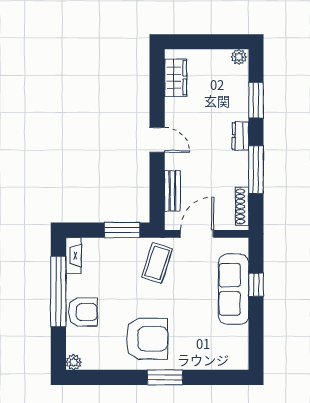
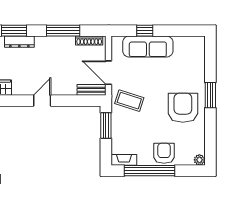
dresser: (240, 136) -> (19, 42), moved, width x1.44
bench: (172, 191) -> (92, 90), moved

